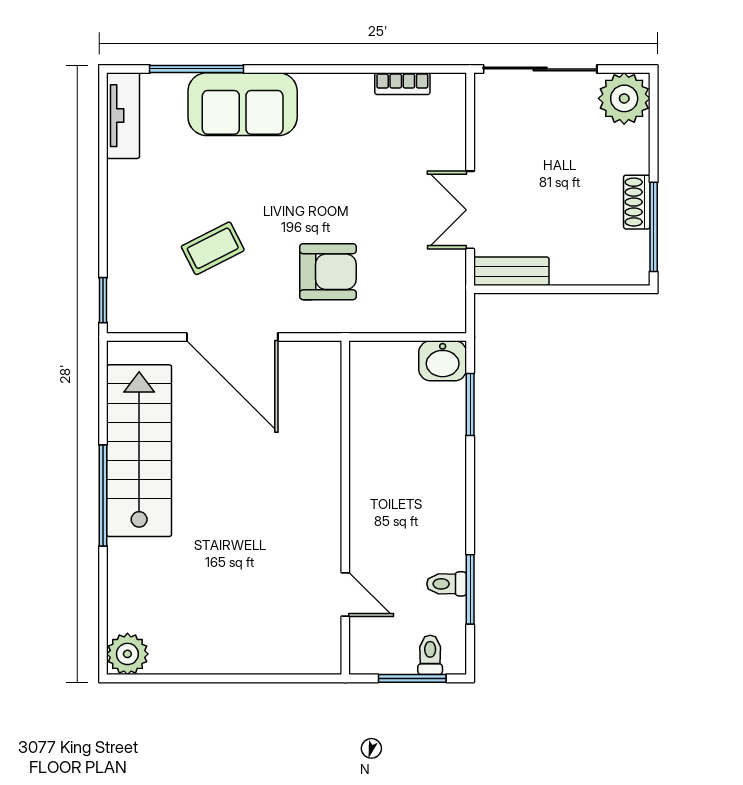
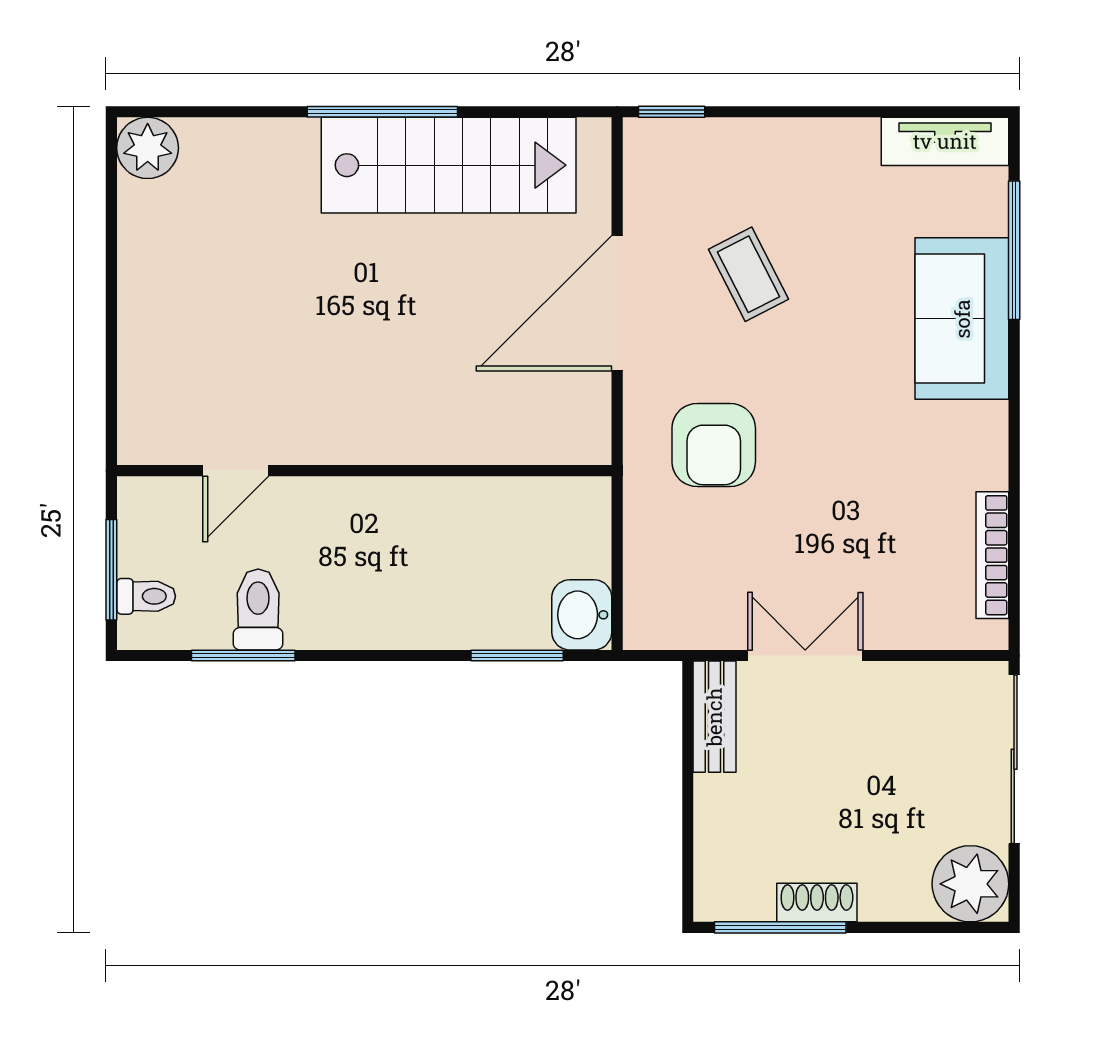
bookcase: (402, 84) -> (992, 555), width x1.56
toilet: (447, 584) -> (258, 609), width x1.37, depth x1.39

